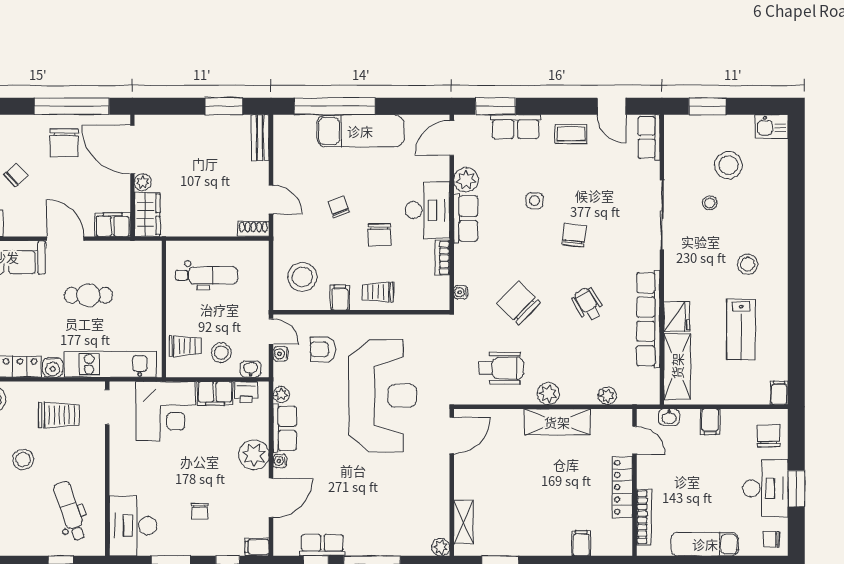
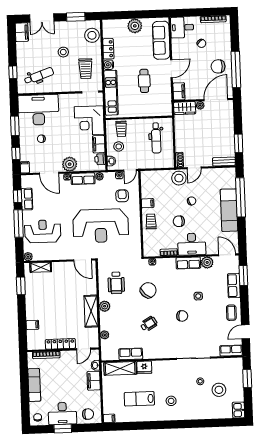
stool: (302, 277) -> (179, 178), moved
row of seats: (648, 319) -> (131, 354), width x0.50
filing cabinet: (710, 422) -> (94, 381), width x2.00
reception desk: (390, 515) -> (43, 231), added
desk: (133, 526) -> (38, 110), width x1.36, depth x1.30

